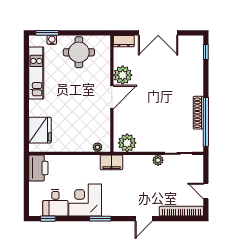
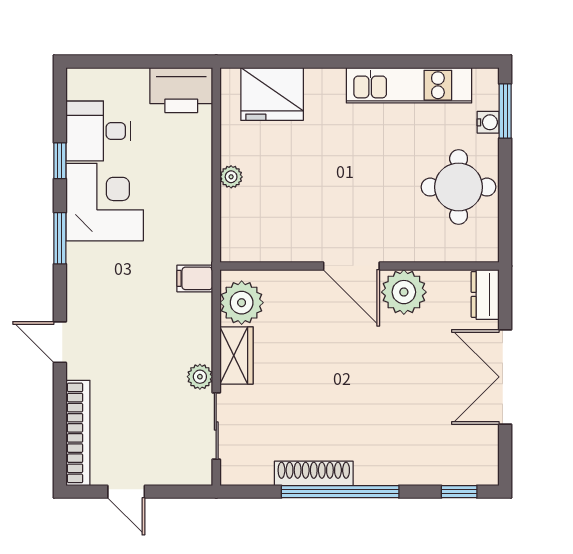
window: (206, 122) -> (340, 492), moved
wardrobe: (149, 145) -> (236, 355), added
plant: (98, 147) -> (231, 177), moved
filing cabinet: (111, 162) -> (195, 278), width x0.50
door: (206, 191) -> (126, 492), swing flipped
window: (48, 219) -> (60, 161), moved

